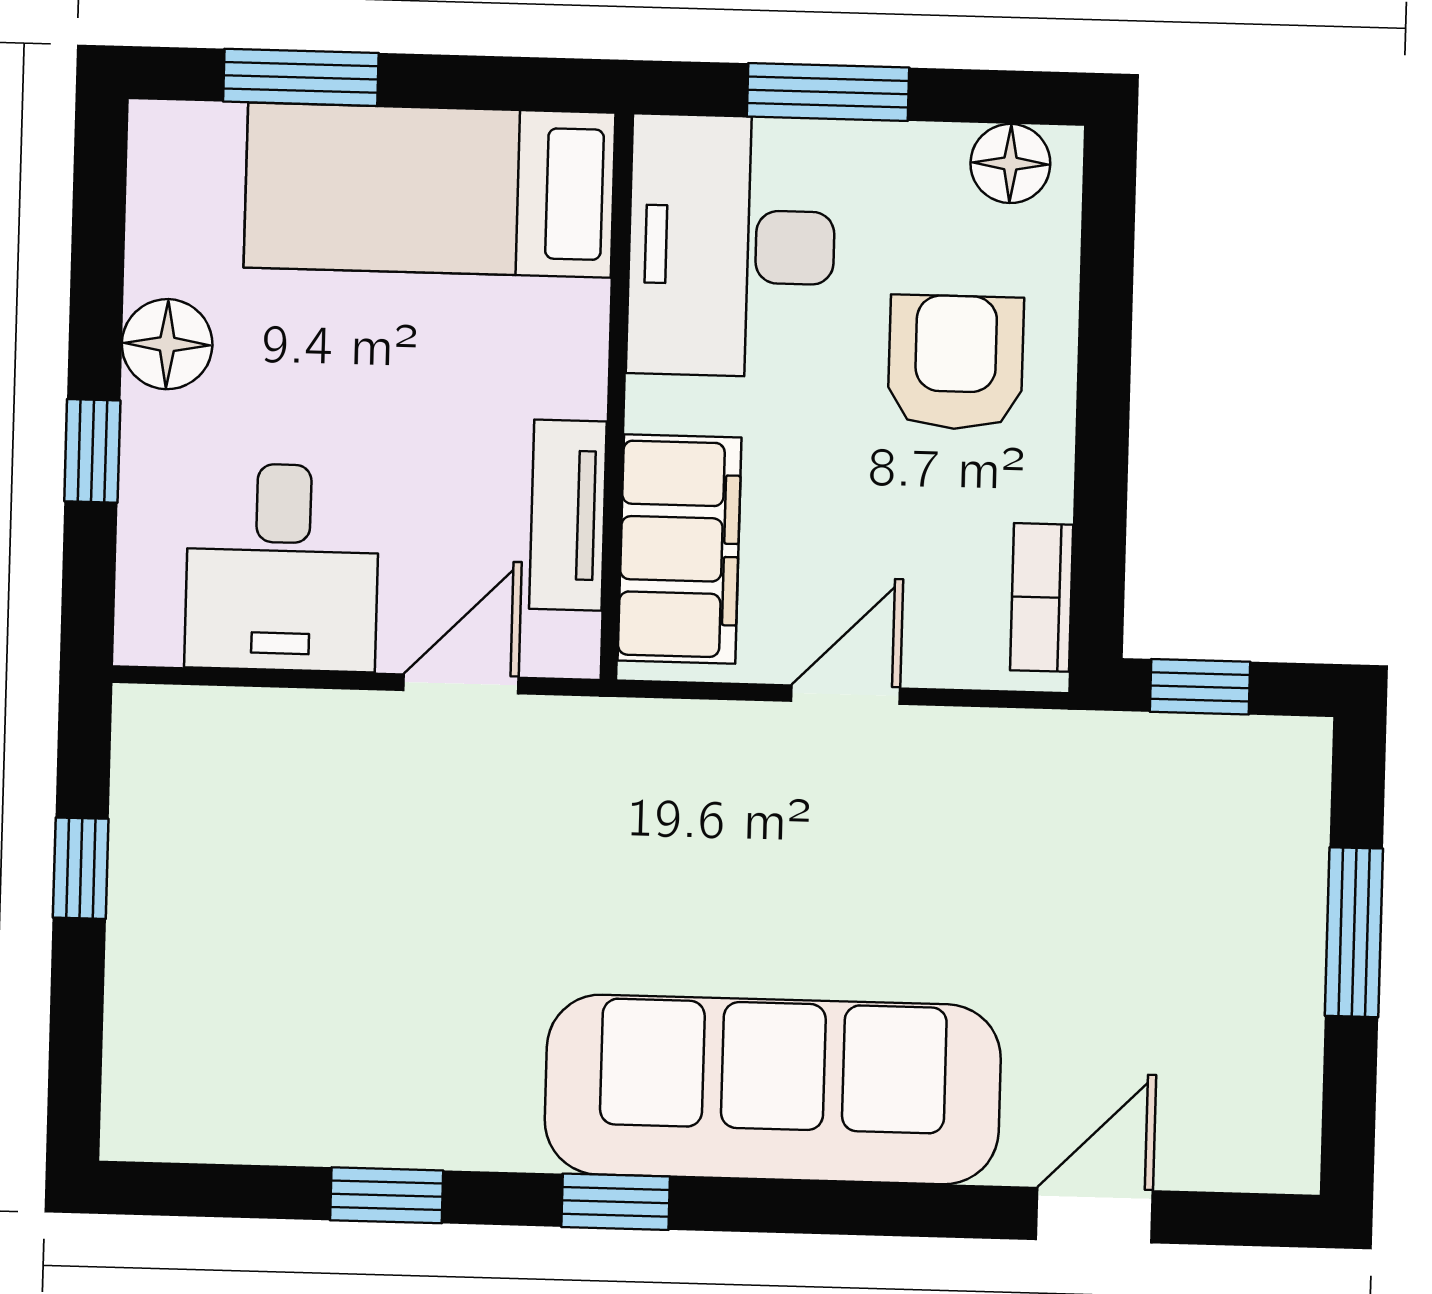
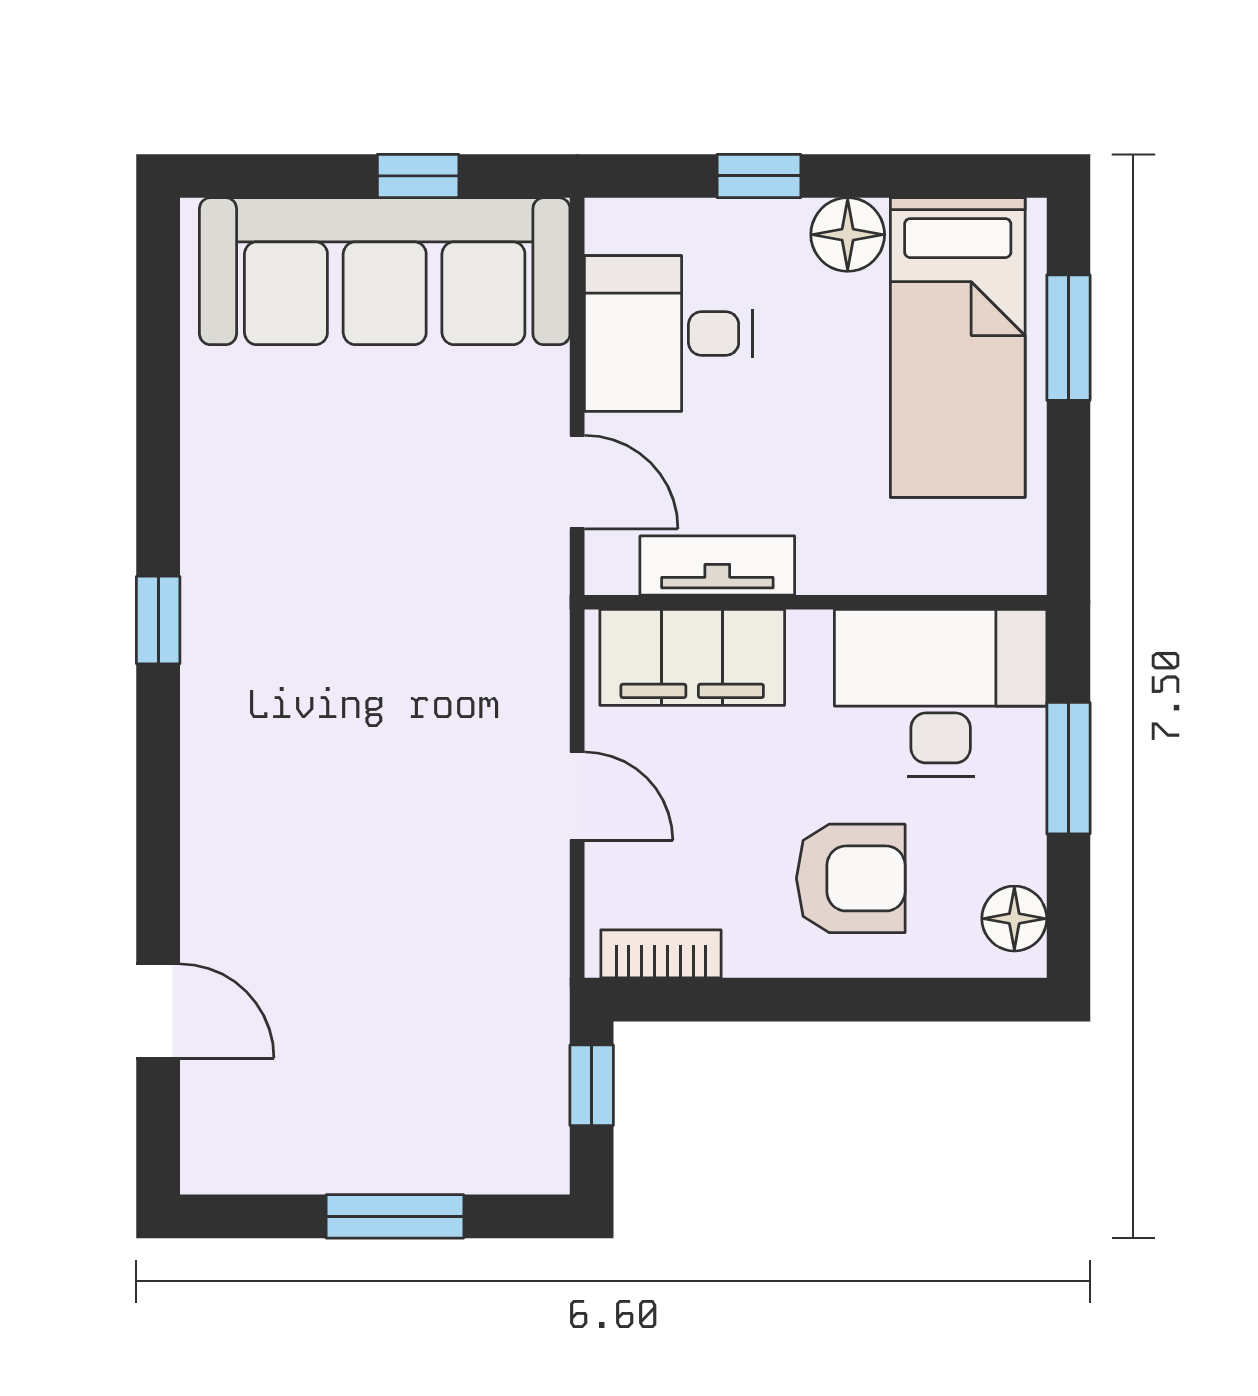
bed: (430, 190) -> (958, 347), moved, turned 180
sofa: (773, 1089) -> (385, 271), moved, turned 90
window: (387, 1195) -> (158, 433), removed

